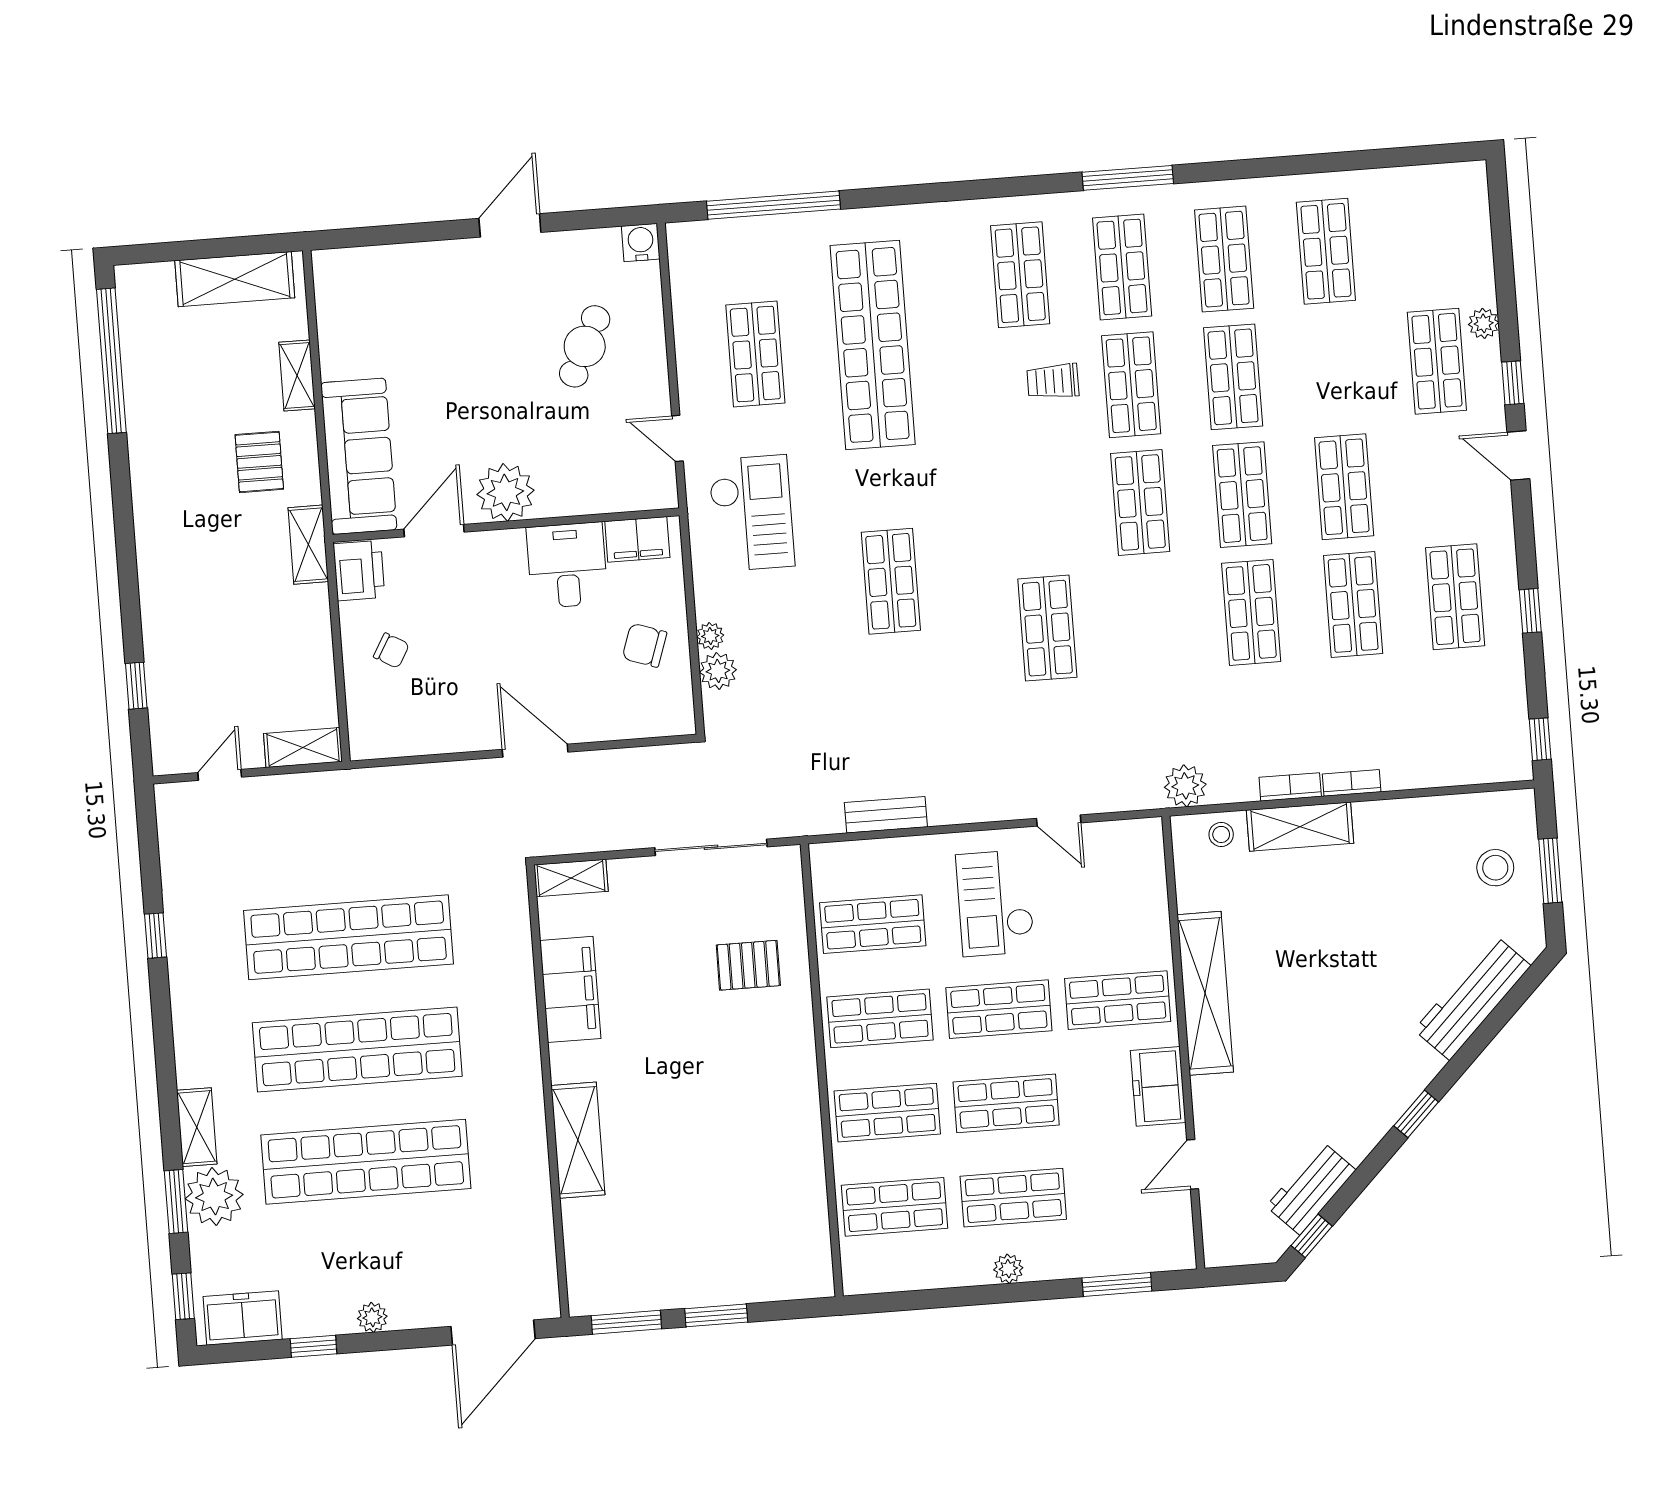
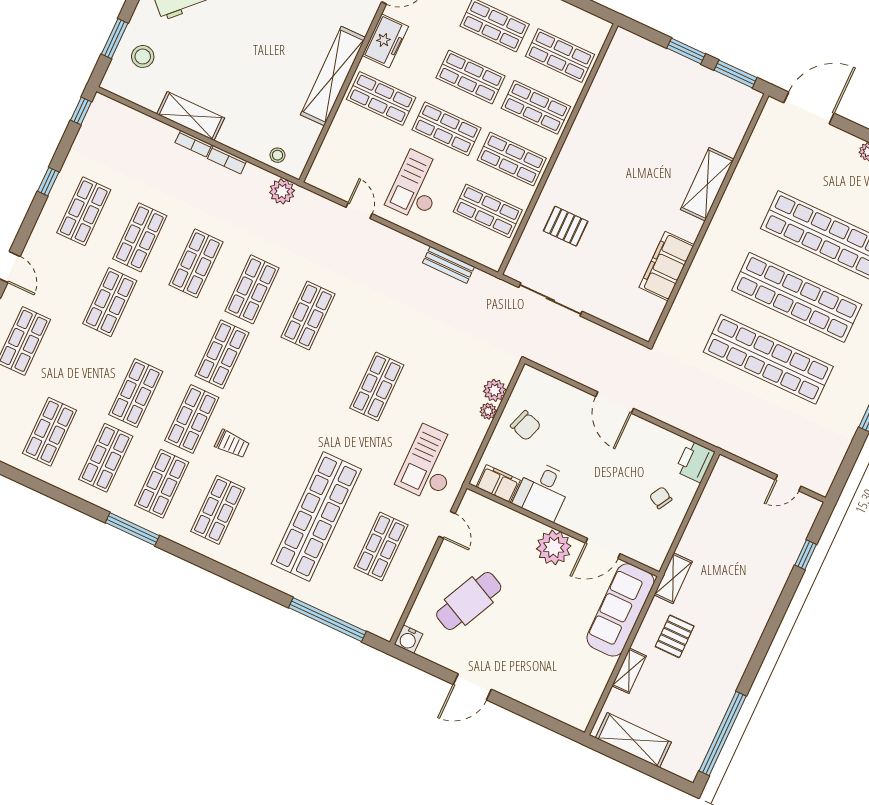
cafe table: (585, 346) -> (469, 601), width x1.37, depth x1.35
shop shelf: (1242, 495) -> (252, 289), moved
printer: (359, 571) -> (695, 461), moved
shelving: (303, 748) -> (736, 473), removed
shelving: (1300, 827) -> (191, 116), moved
shelving: (571, 878) -> (633, 325), removed
checkout: (995, 903) -> (417, 186), turned 180

